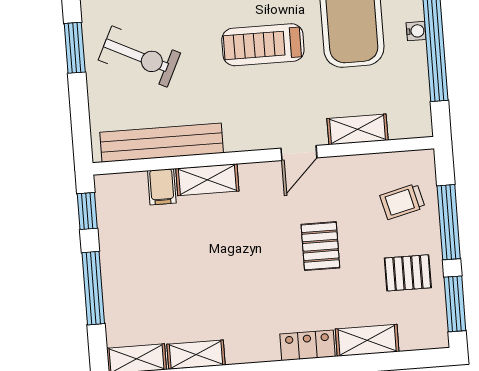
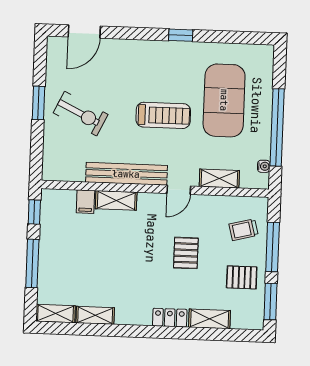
water cooler: (416, 31) -> (264, 166), moved
treadmill: (263, 45) -> (163, 115), turned 180
bench: (162, 143) -> (126, 174), moved

